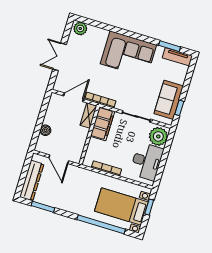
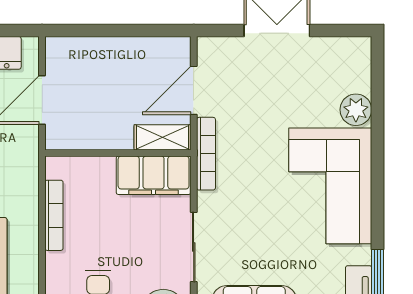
plant: (80, 28) -> (356, 110), moved
door: (73, 97) -> (194, 90), swing flipped
boiler: (45, 130) -> (99, 49), removed

